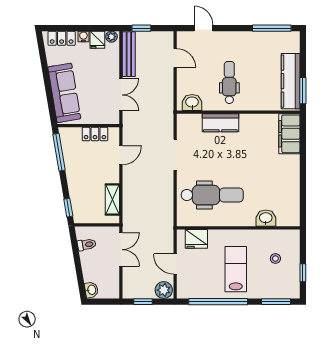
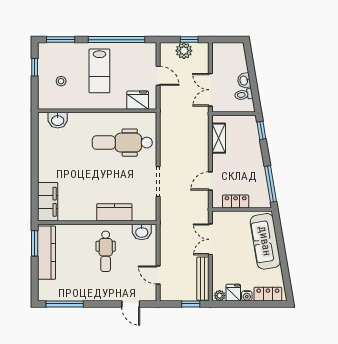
washbasin: (266, 218) -> (58, 120), moved
washbasin: (91, 290) -> (244, 81), moved
plant: (164, 290) -> (184, 51), moved

